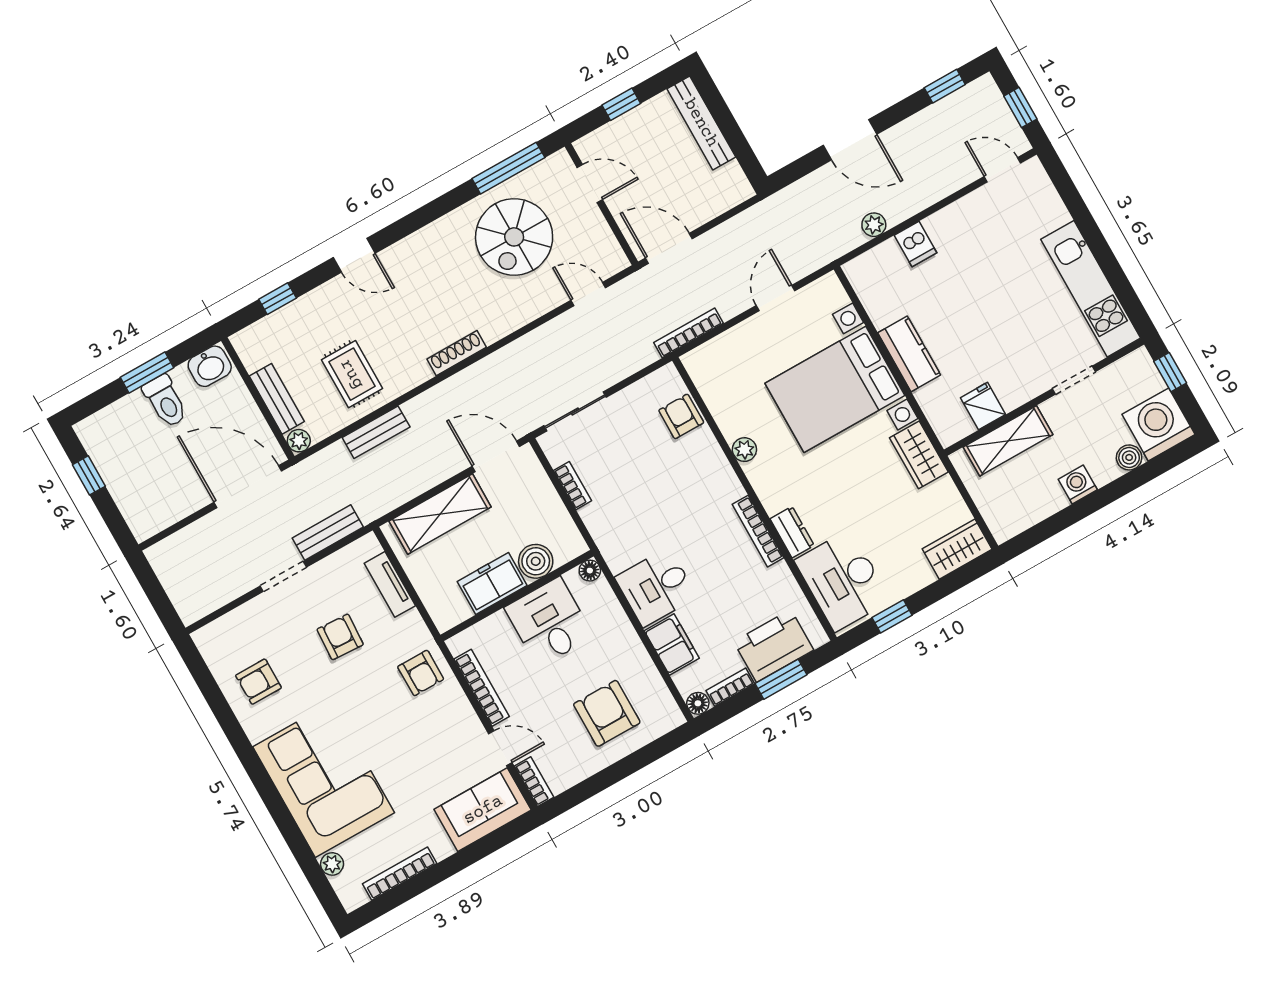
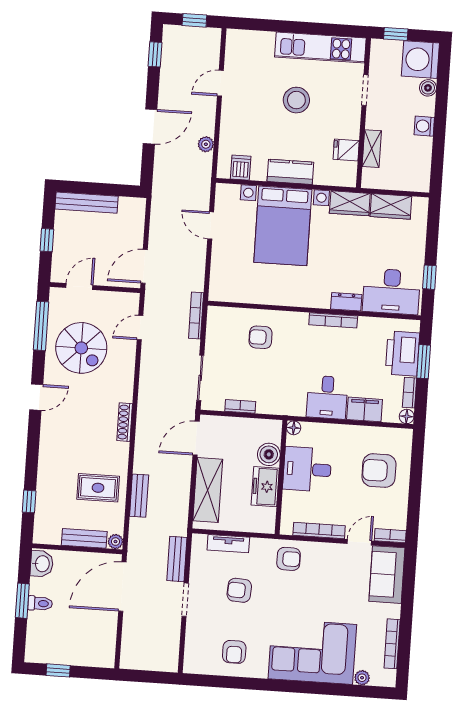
door: (1002, 170) -> (220, 83), moved
dishwasher: (915, 244) -> (241, 168), moved, turned -90
door: (354, 255) -> (36, 397), moved
stool: (1005, 302) -> (296, 100), added
bookcase: (688, 333) -> (196, 315), moved
toilet: (165, 401) -> (40, 603), width x0.73, depth x0.72
armchair: (681, 416) -> (260, 337), moved
shelving: (1008, 441) -> (372, 149), width x0.67, depth x0.75
plant: (744, 450) -> (283, 298), removed
wardrobe: (957, 549) -> (391, 206), moved, turned -90

